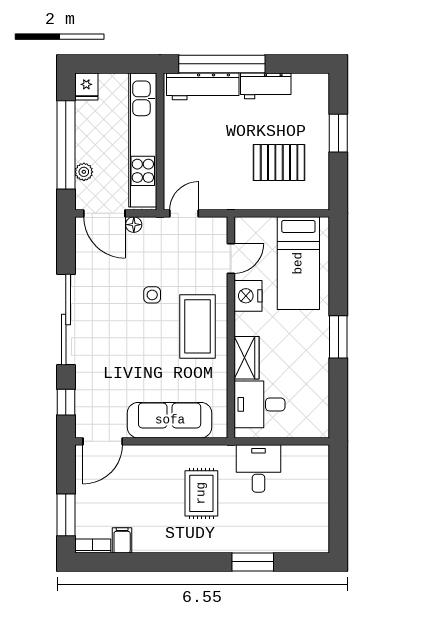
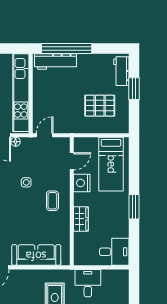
workbench: (266, 86) -> (121, 71), moved, turned 90
coffee table: (197, 326) -> (52, 201), width x0.54, depth x0.58
desk: (260, 404) -> (114, 252), moved, turned 180

